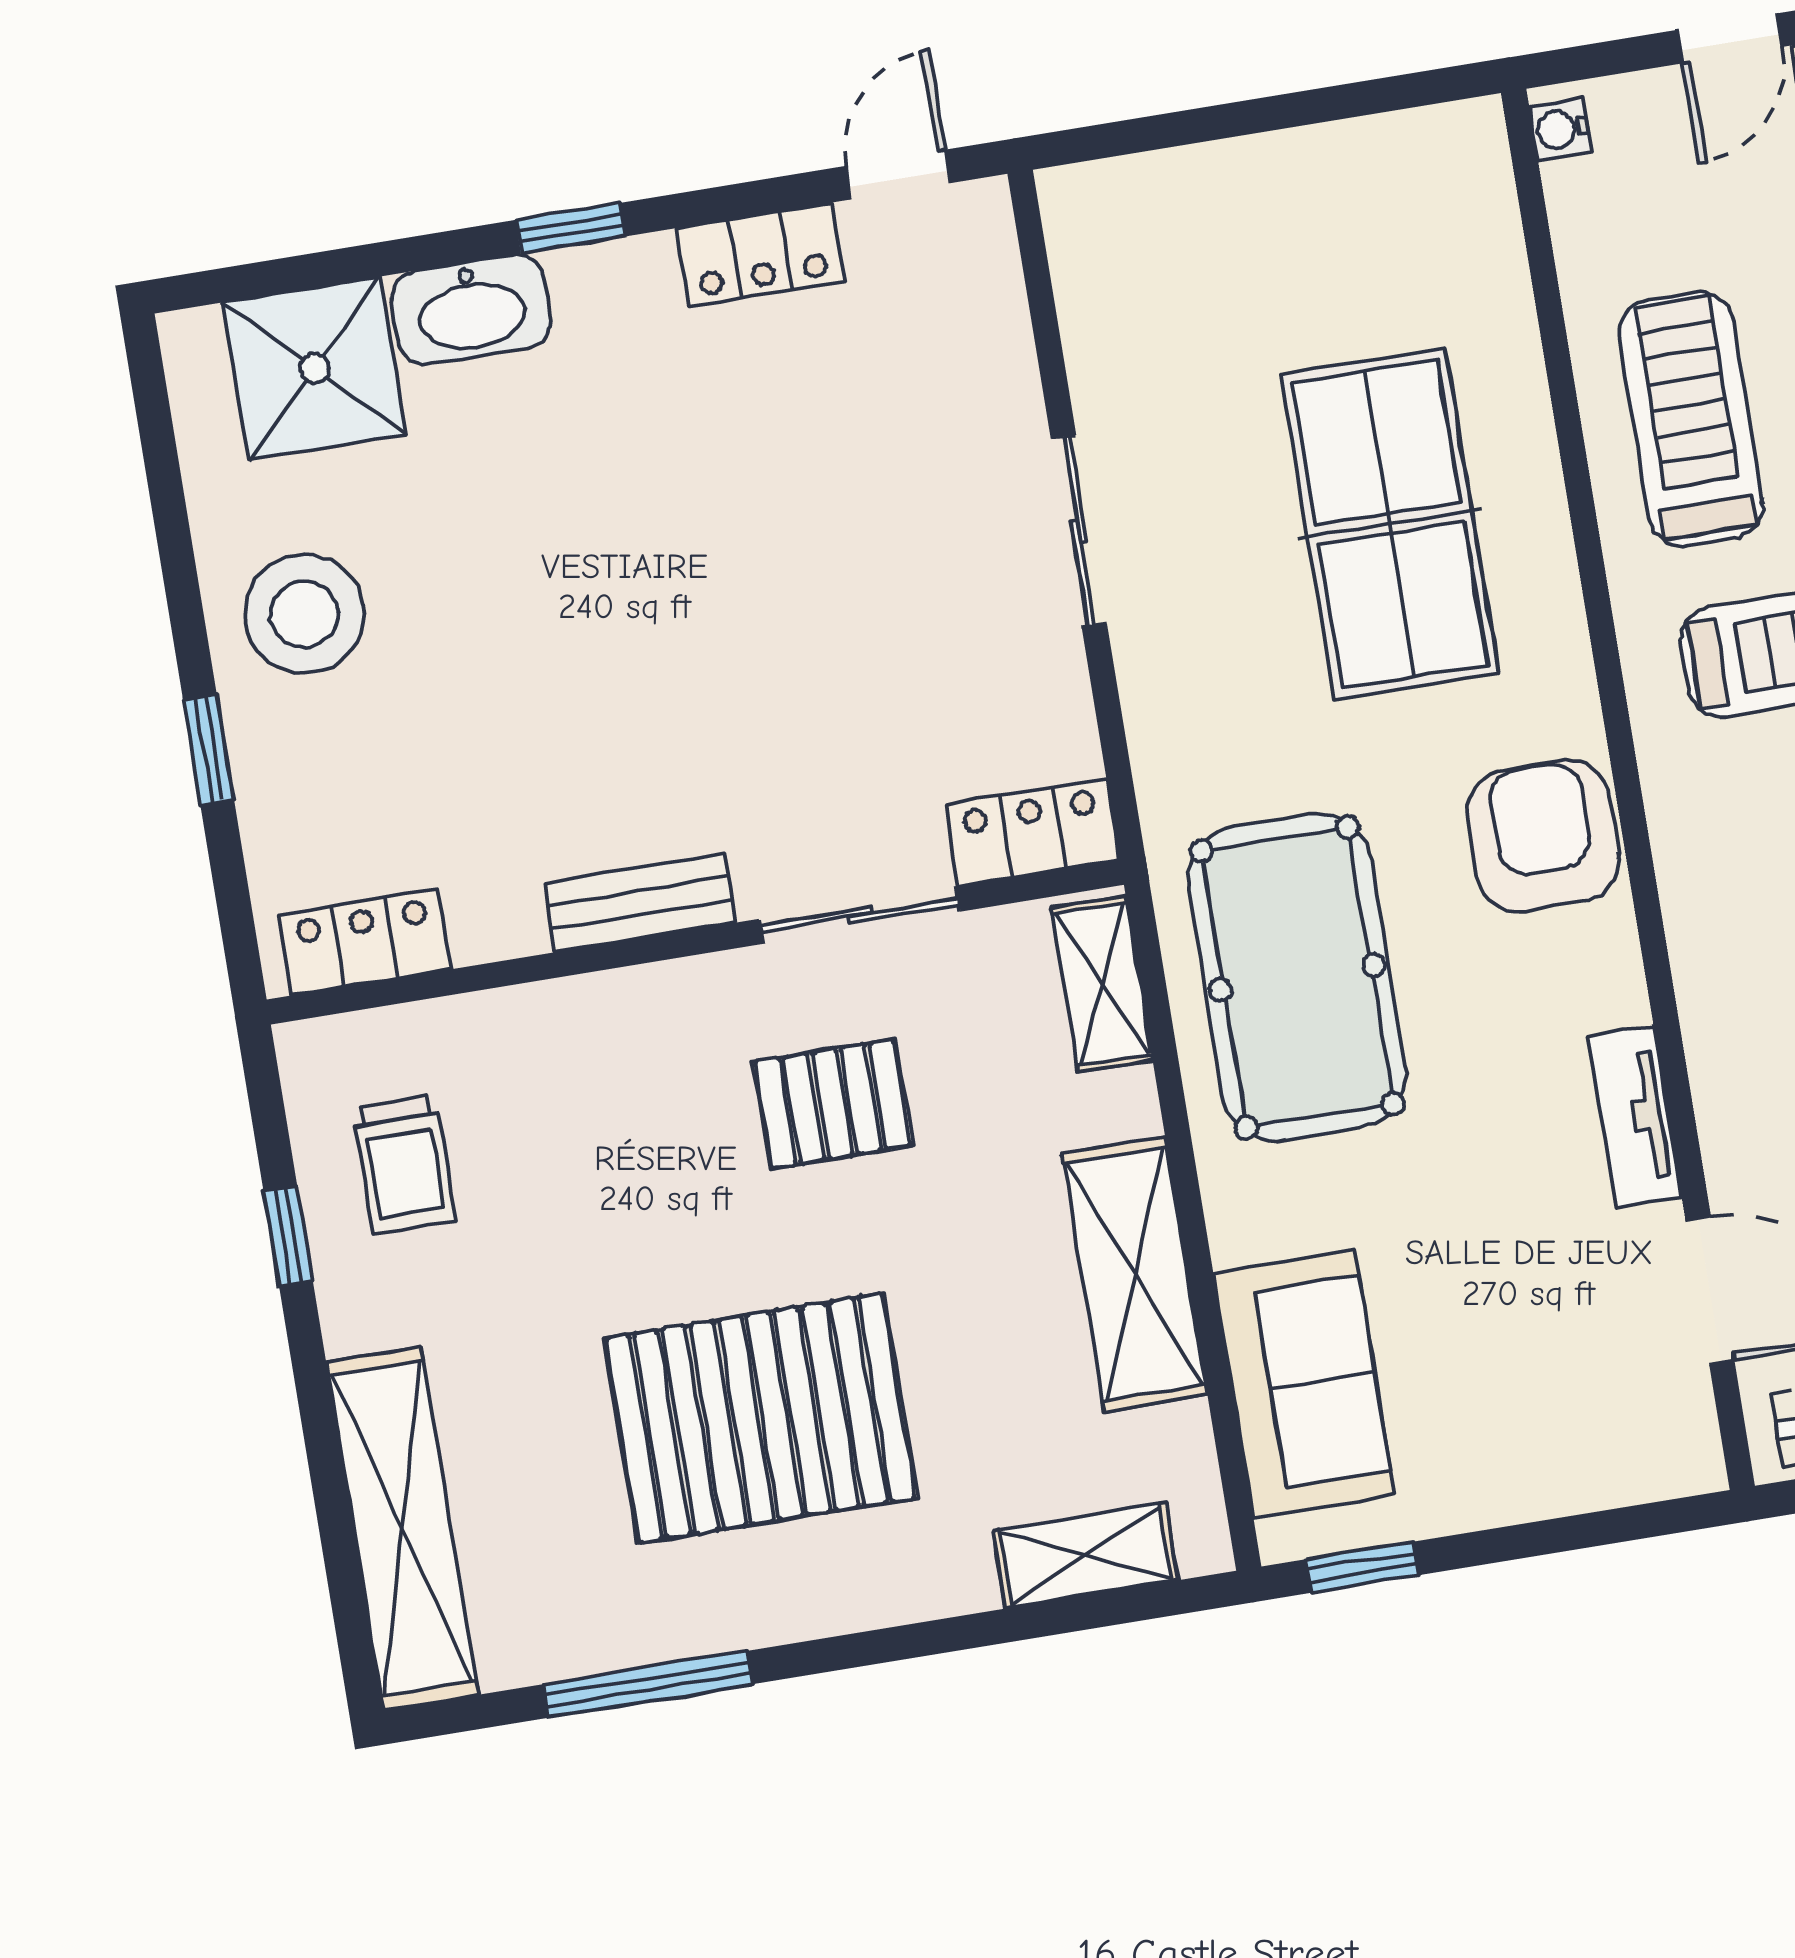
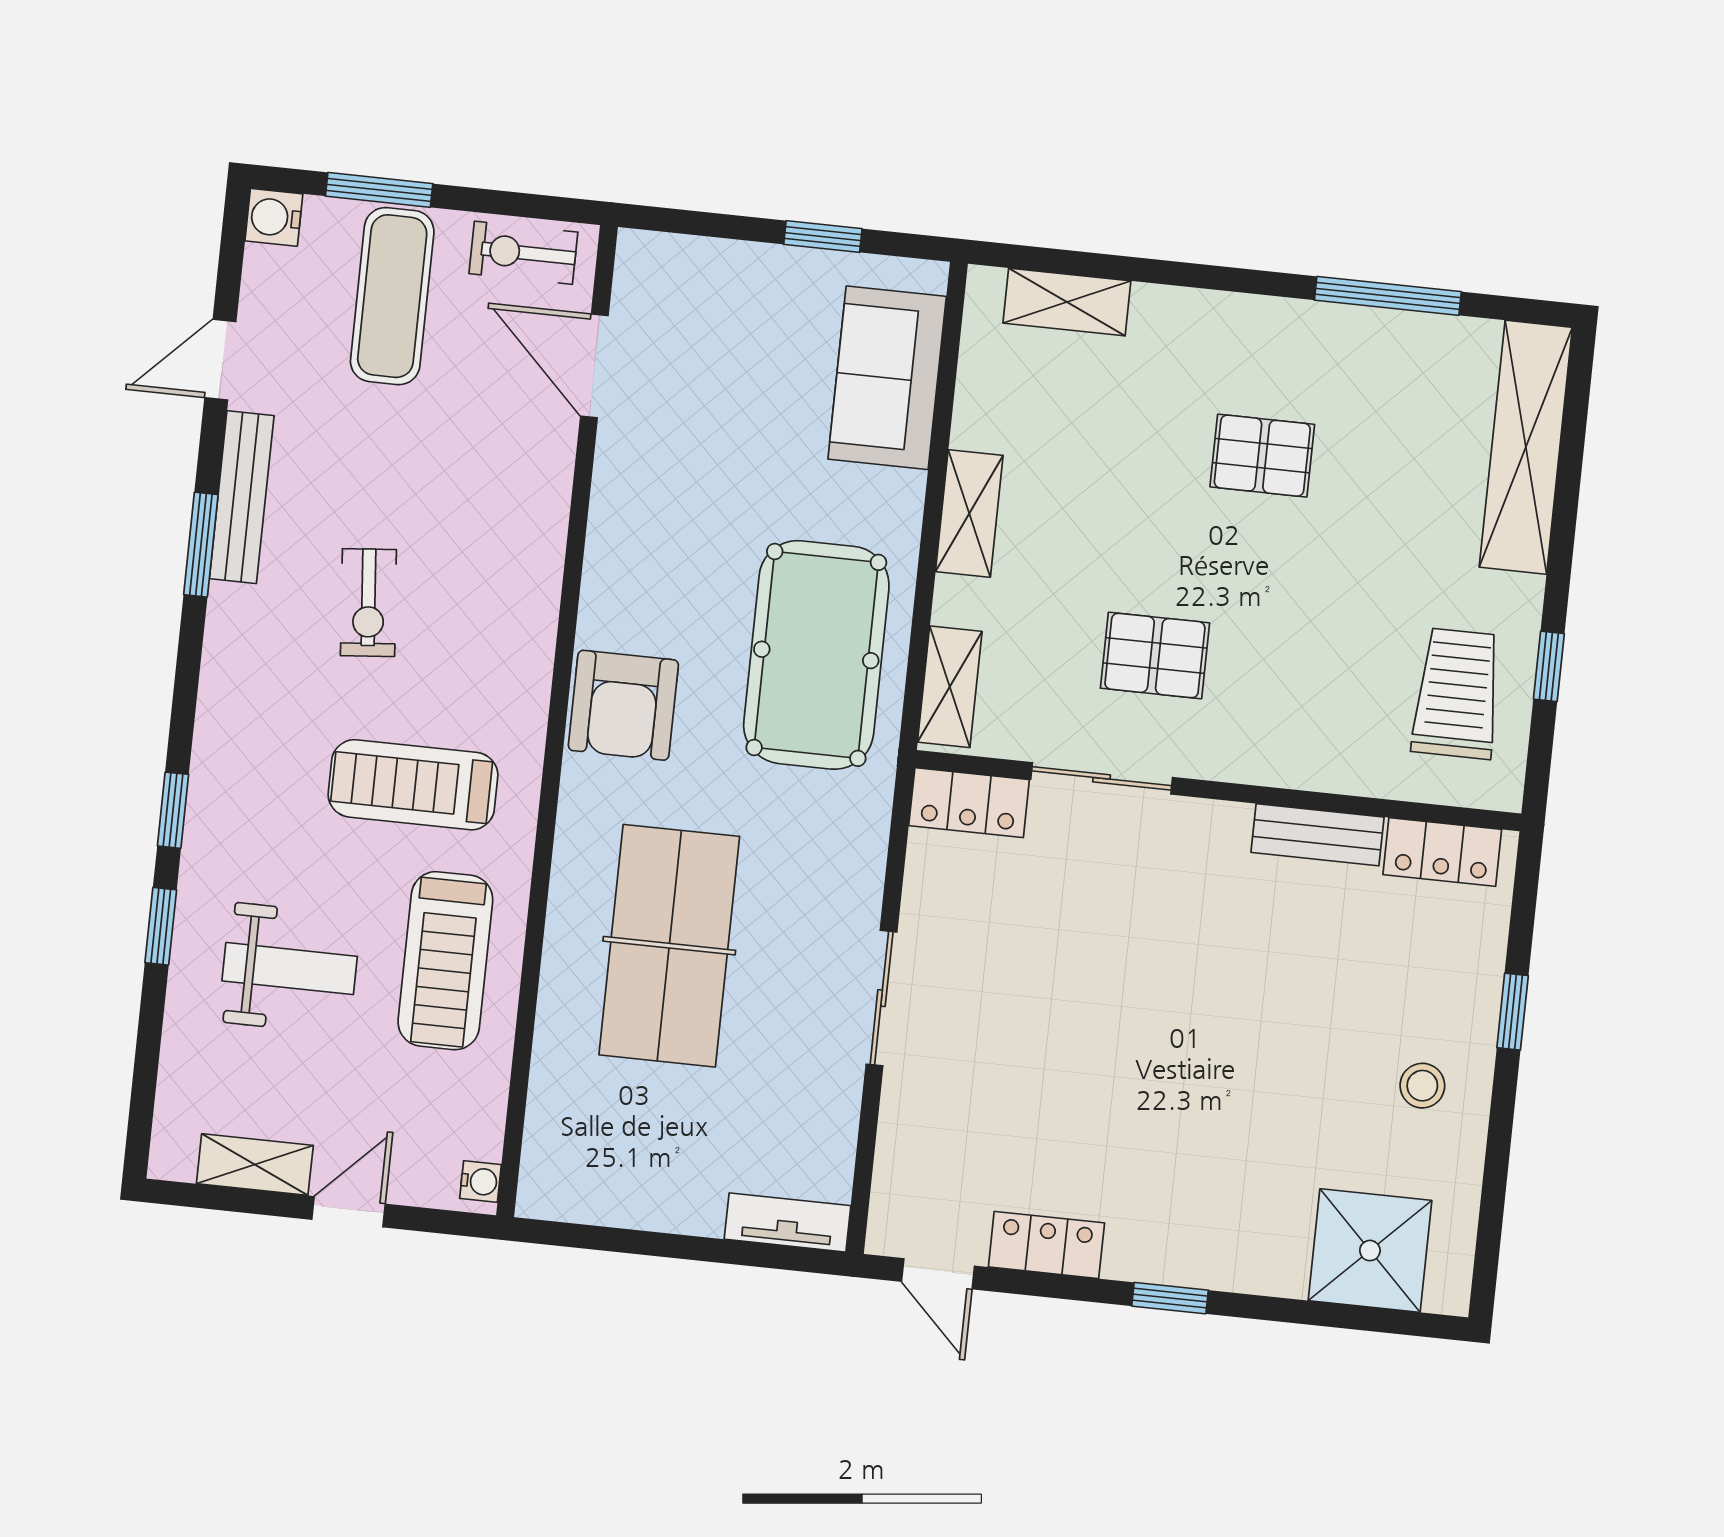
door: (898, 175) -> (938, 1274), hinge flipped
washbasin: (471, 310) -> (1253, 1261), removed
stool: (304, 614) -> (1422, 1086), width x0.53, depth x0.53
bench: (639, 903) -> (1318, 835), moved
tv unit: (1635, 1117) -> (788, 1222), moved, turned -90
trolley: (404, 1165) -> (1457, 694), width x1.36, depth x1.39
shelving: (1135, 1274) -> (969, 513), width x0.67, depth x0.75
pallet: (760, 1418) -> (1262, 456), width x0.49, depth x0.50
window: (1363, 1567) -> (823, 237), moved

